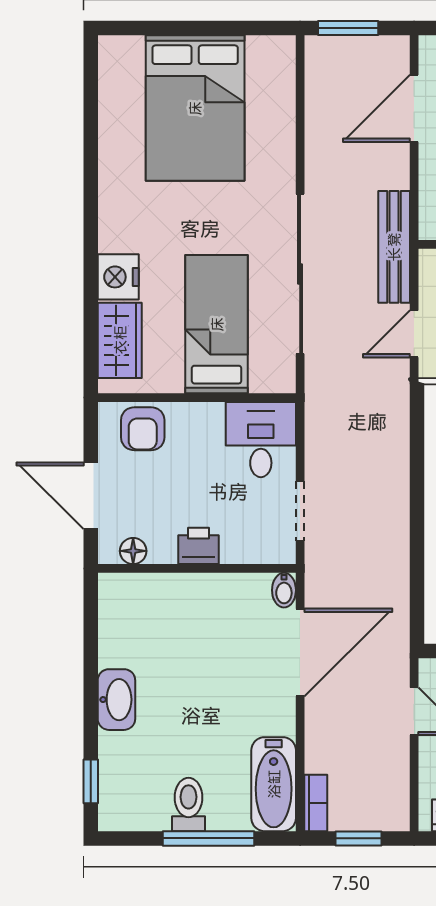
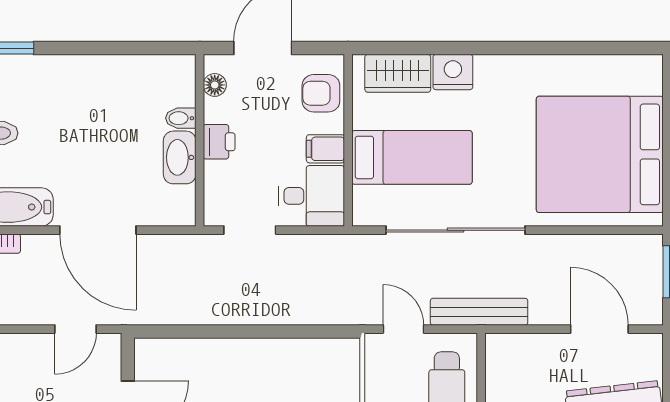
bed: (195, 108) -> (600, 154), width x1.36
filing cabinet: (207, 424) -> (325, 149), added
bidet: (284, 590) -> (181, 118), moved
door: (300, 653) -> (98, 230), moved
washbasin: (116, 700) -> (180, 157), moved, turned 90

